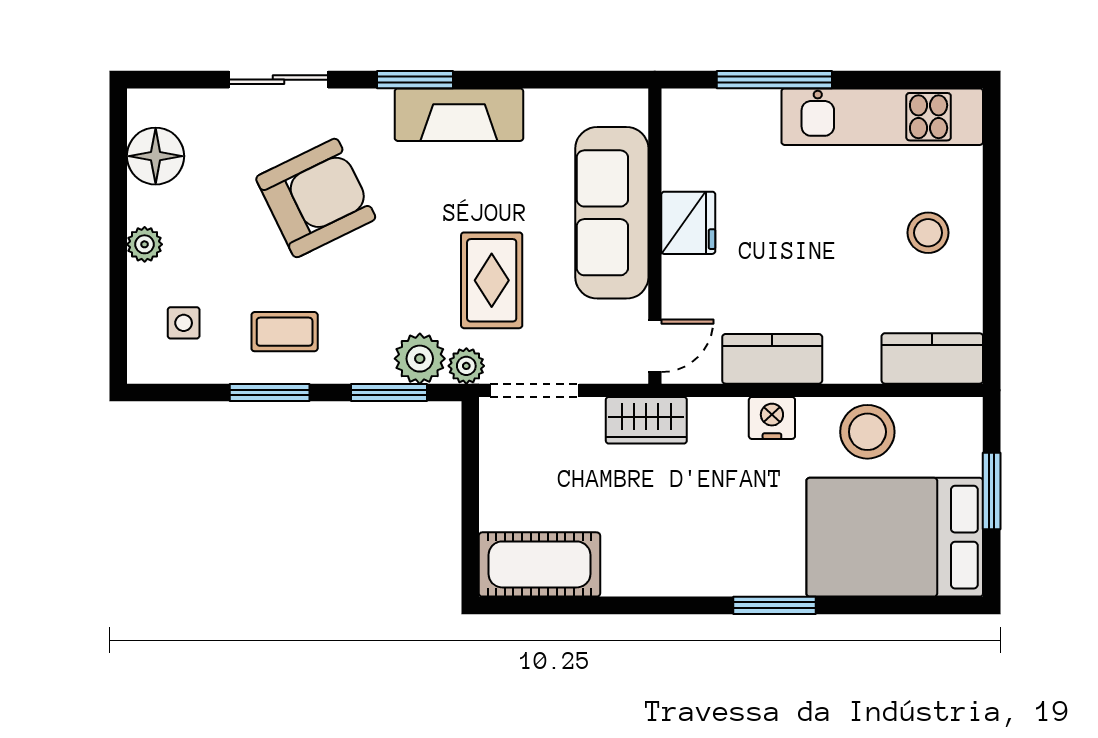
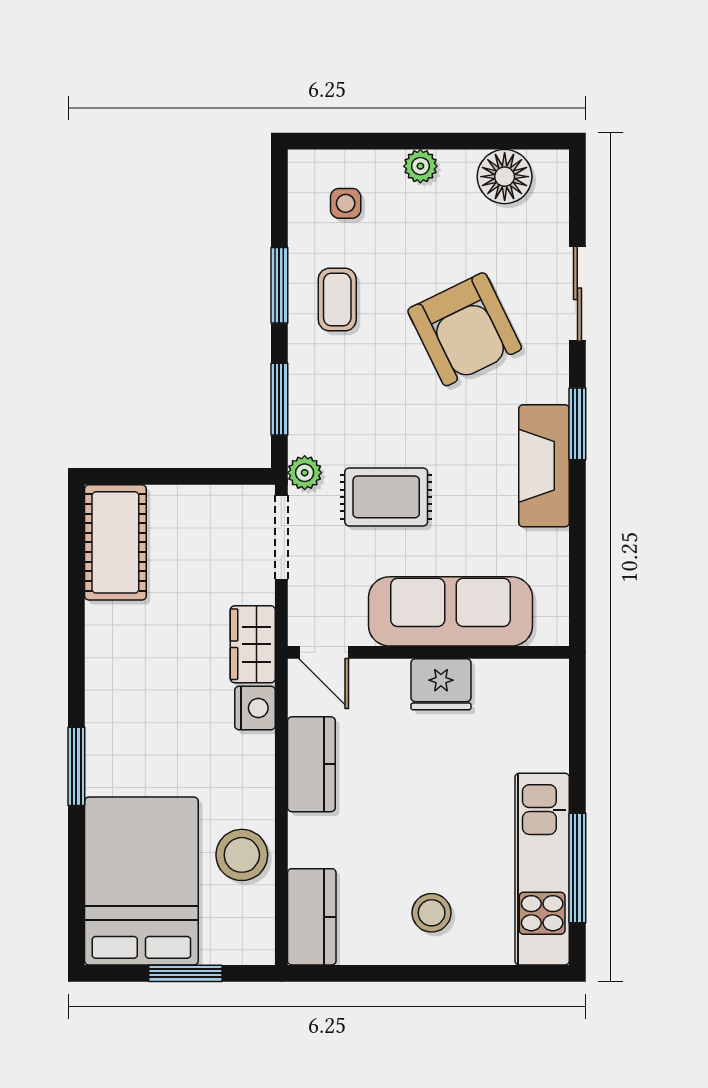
window: (774, 80) -> (577, 868), moved
plant: (420, 359) -> (312, 428), removed
nightstand: (772, 418) -> (255, 708), moved

